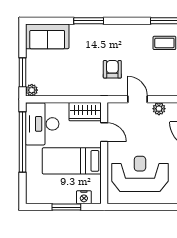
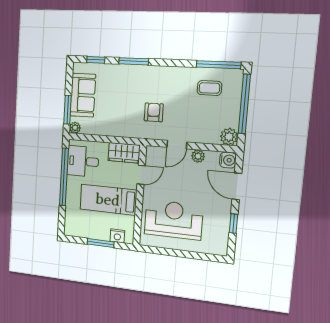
window: (50, 21) -> (96, 60), added
sofa: (47, 36) -> (83, 95), moved, turned -90
door: (138, 99) -> (177, 145), swing flipped
desk: (42, 124) -> (83, 161), width x0.73
door: (104, 132) -> (141, 175), hinge flipped

